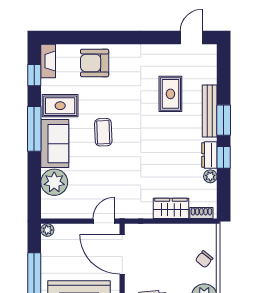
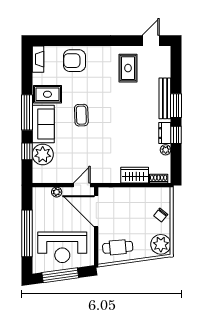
window: (34, 75) -> (27, 151), moved
rug: (170, 94) -> (128, 68), moved
plant: (47, 230) -> (57, 192), moved

